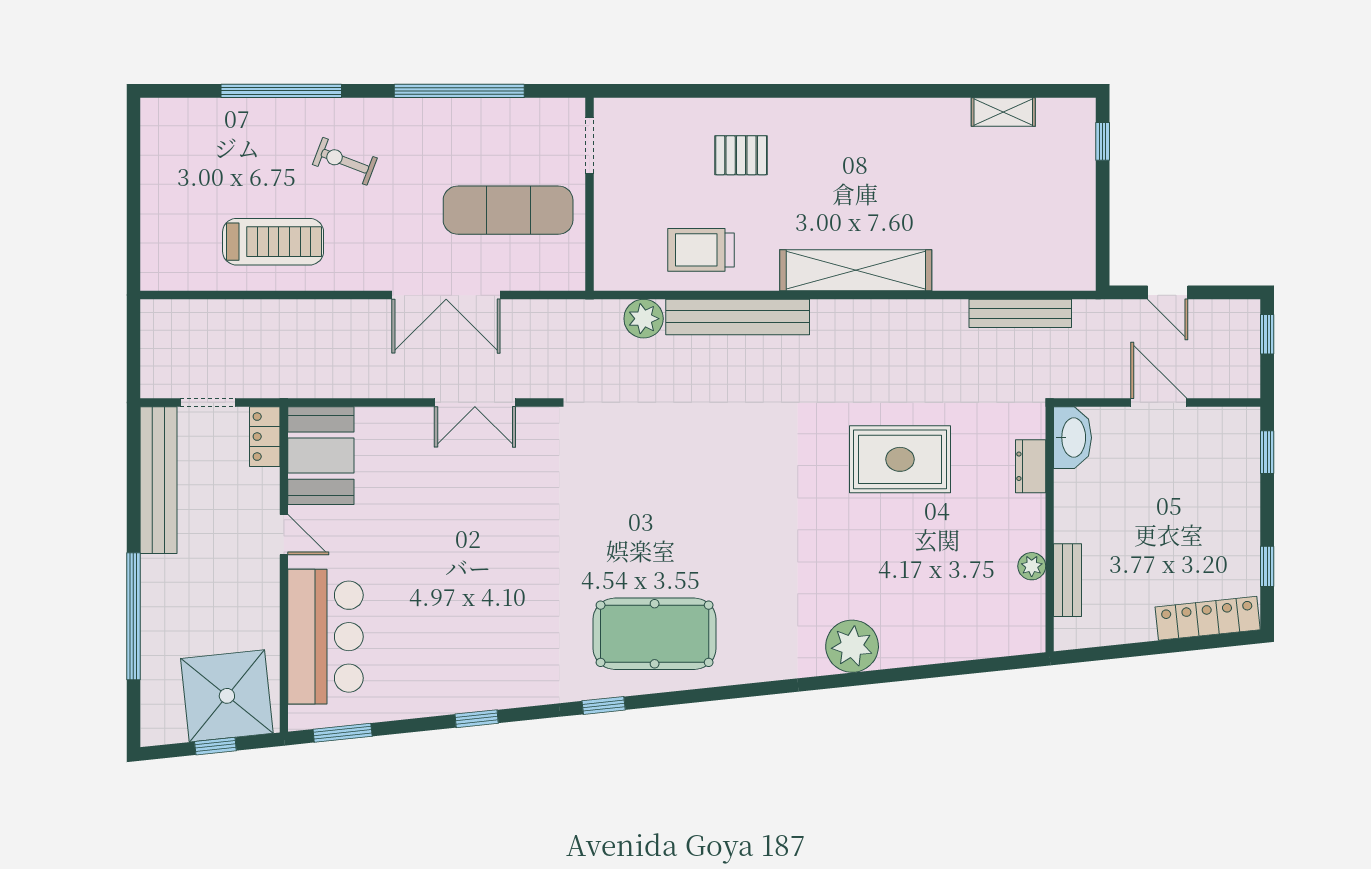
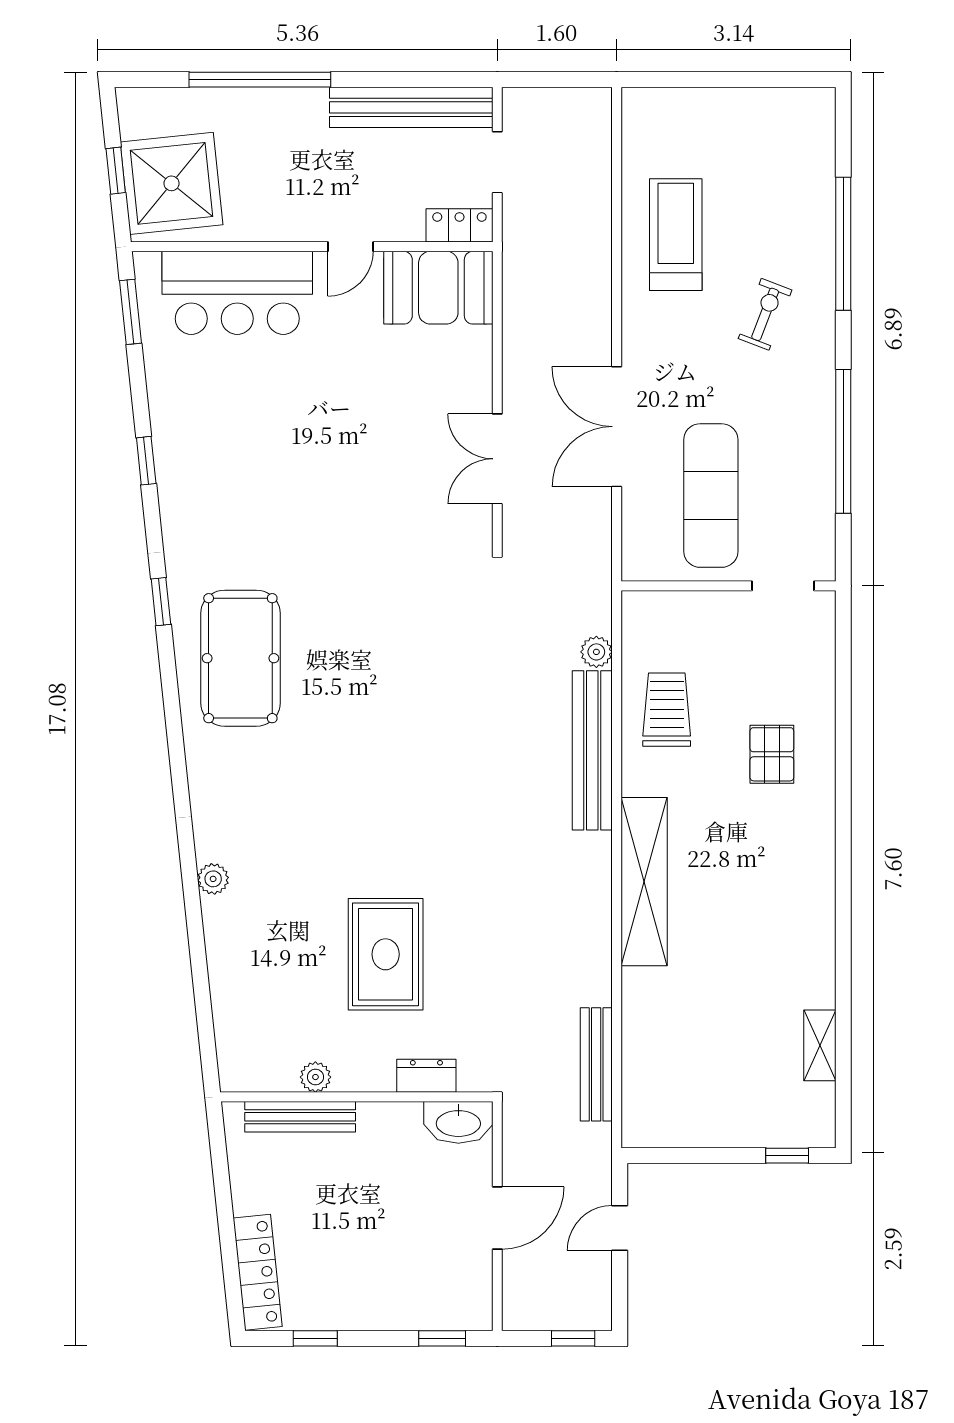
treadmill: (273, 242) -> (676, 235), turned 180
plant: (644, 319) -> (596, 652), width x0.73, depth x0.73
rug: (900, 459) -> (386, 954), moved
bench: (1068, 580) -> (300, 1117), width x1.36
plant: (852, 646) -> (213, 879), width x0.53, depth x0.53

